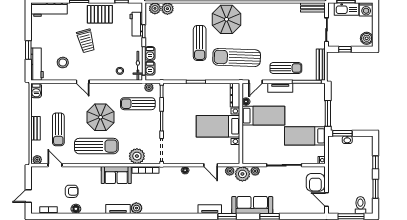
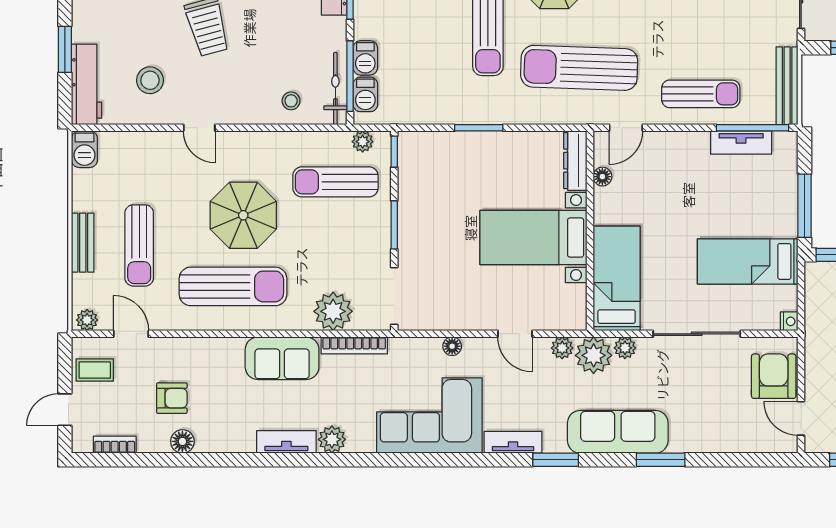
tv unit: (280, 88) -> (741, 143), moved
bed: (263, 116) -> (617, 278), moved, turned -90
coffee table: (40, 180) -> (95, 370), added
armchair: (315, 182) -> (774, 376), turned 180
corner sofa: (176, 198) -> (429, 416), added

